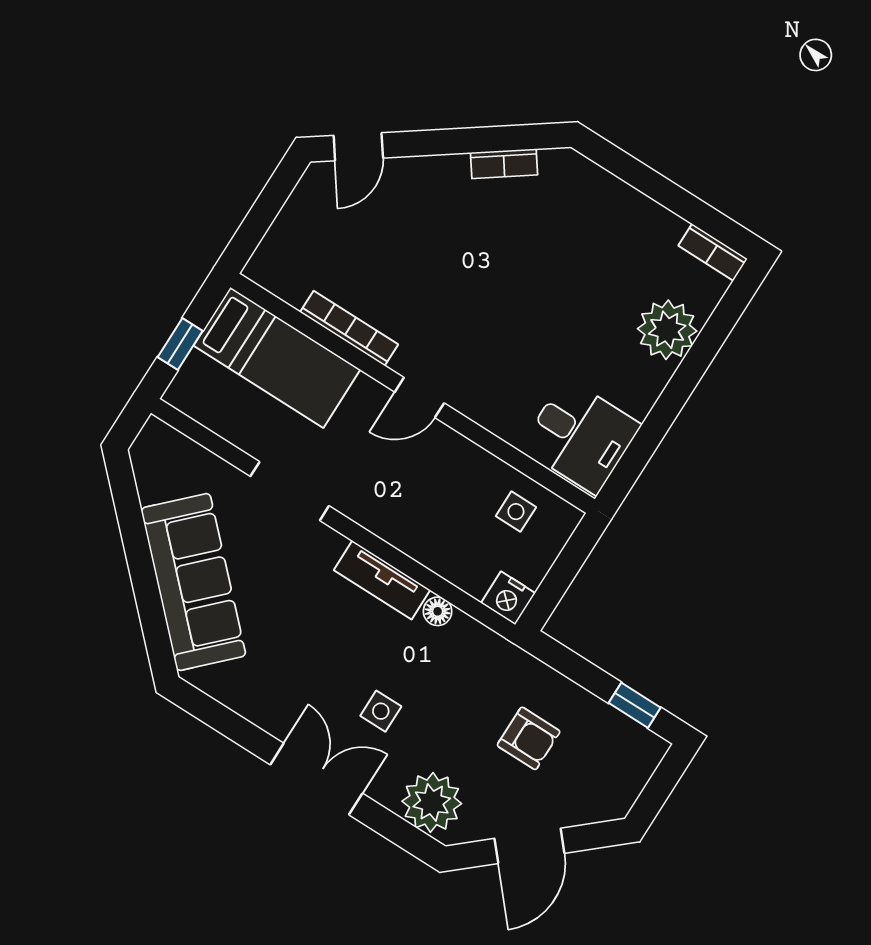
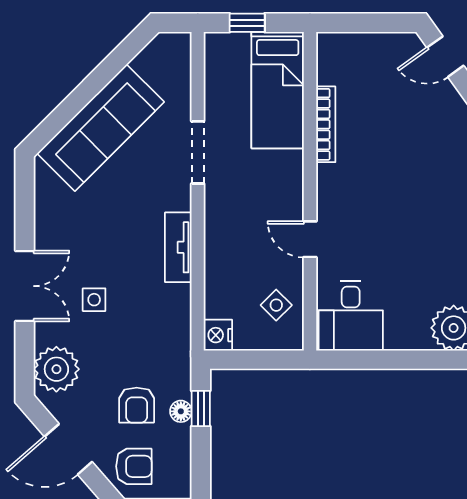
door: (419, 398) -> (310, 239), moved
side table: (516, 512) -> (276, 305), turned 45
floor lamp: (438, 611) -> (181, 411), moved
window: (635, 705) -> (201, 409), moved
armchair: (595, 785) -> (134, 466), added

